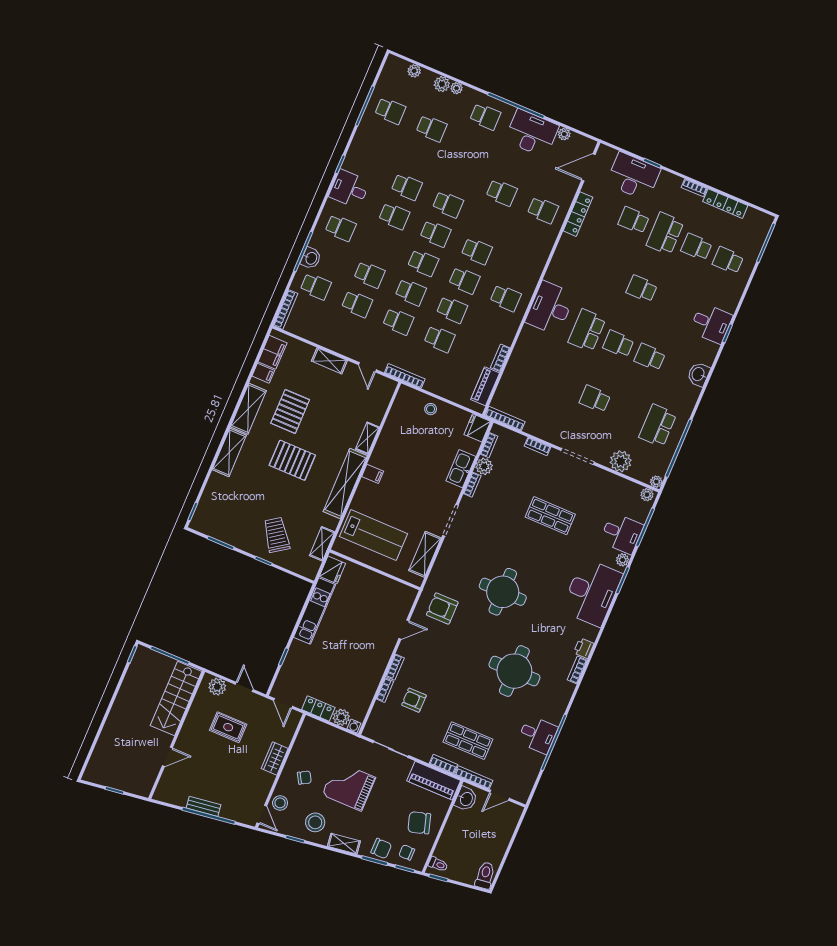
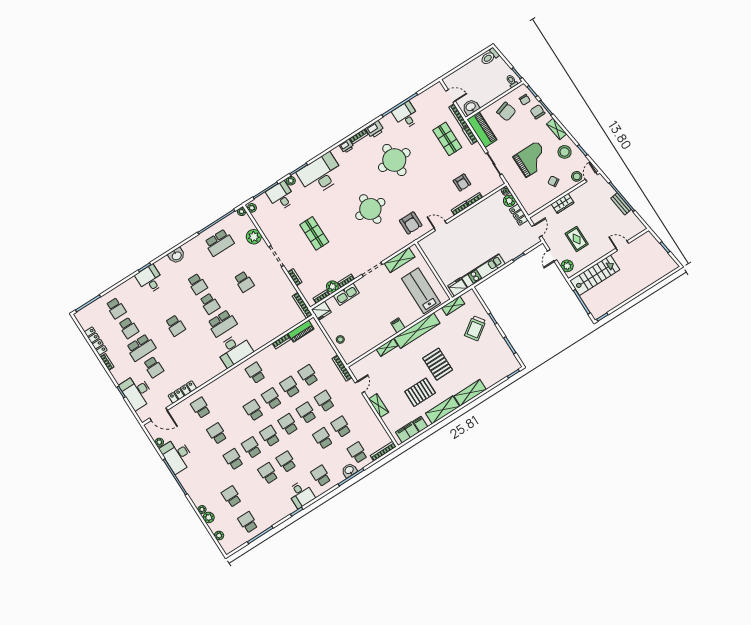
school desk: (485, 117) -> (233, 459), moved
printer: (564, 692) -> (375, 129), added
grand piano: (349, 786) -> (532, 159), turned -90

